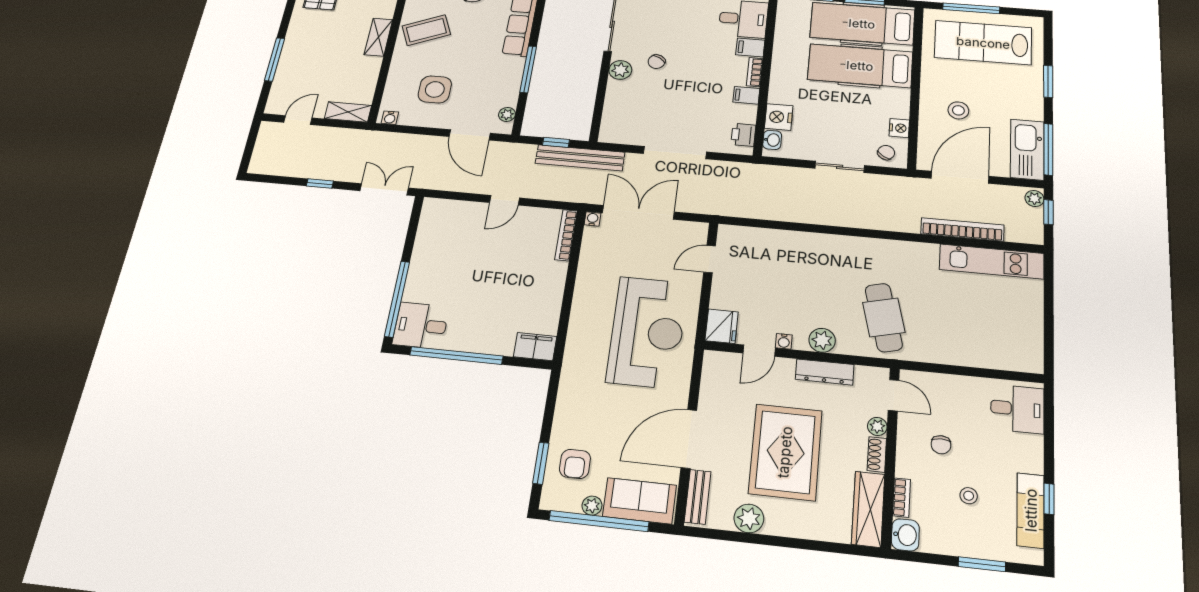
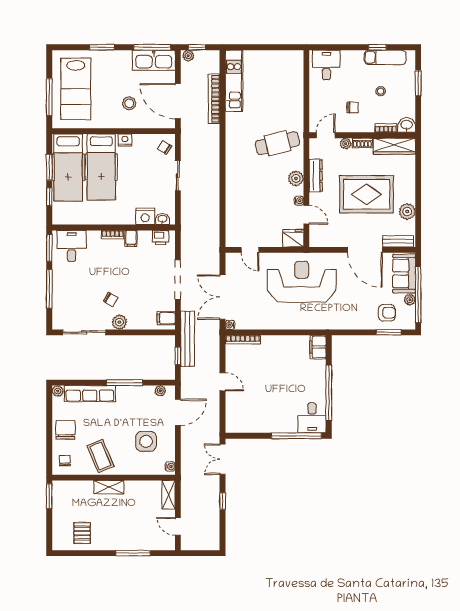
filing cabinet: (750, 48) -> (166, 318), moved, turned 90
nightstand: (899, 128) -> (125, 140), moved

